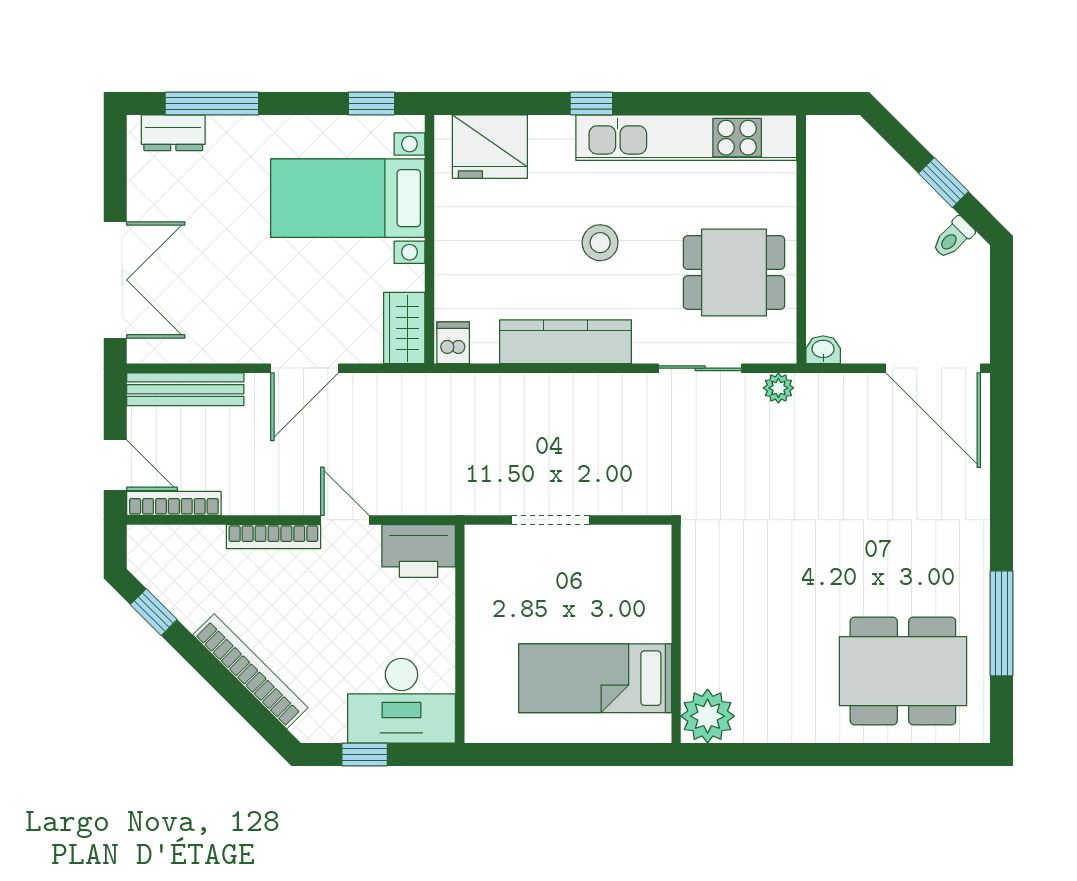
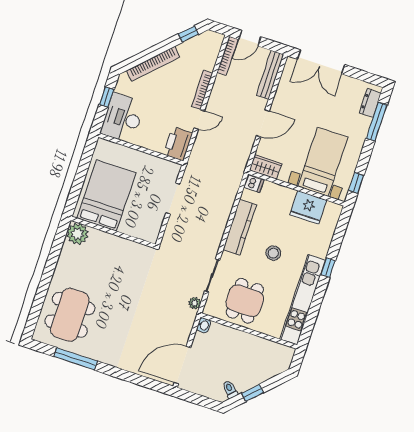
fridge: (490, 147) -> (308, 207), moved, turned -90
door: (304, 368) -> (263, 123), swing flipped
bed: (595, 678) -> (106, 195), width x1.50

